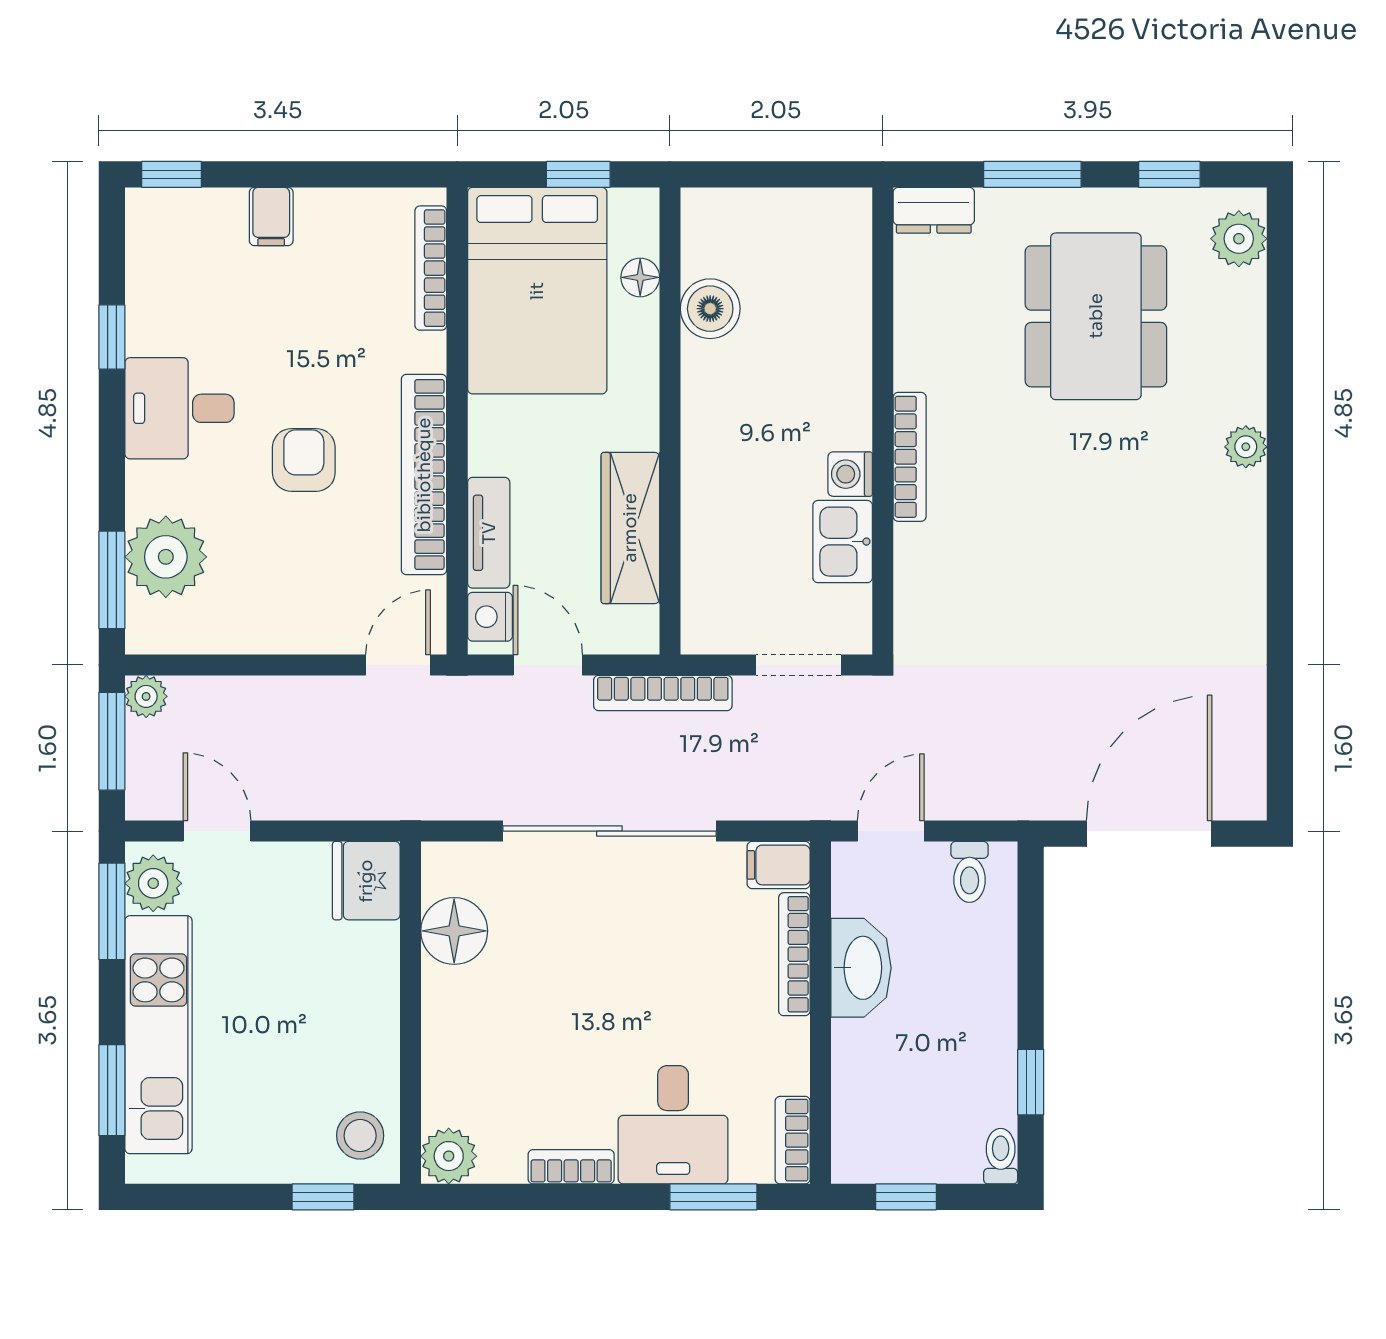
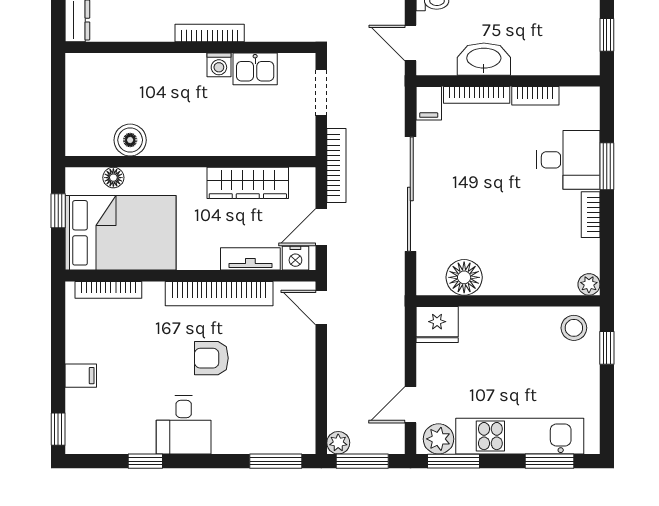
plant: (166, 557) -> (263, 432), removed
bookcase: (793, 1140) -> (535, 96), moved
plant: (449, 1156) -> (589, 284), width x0.73, depth x0.73
window: (713, 1197) -> (607, 166), moved

